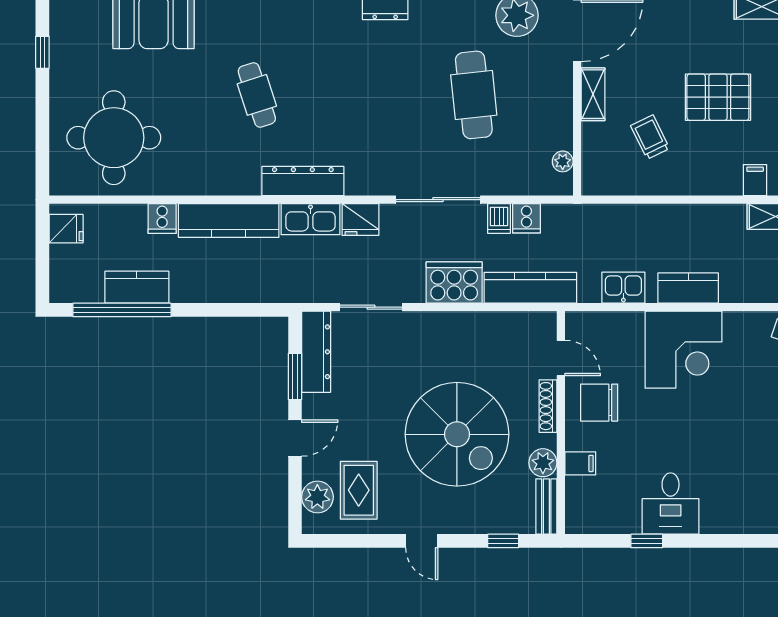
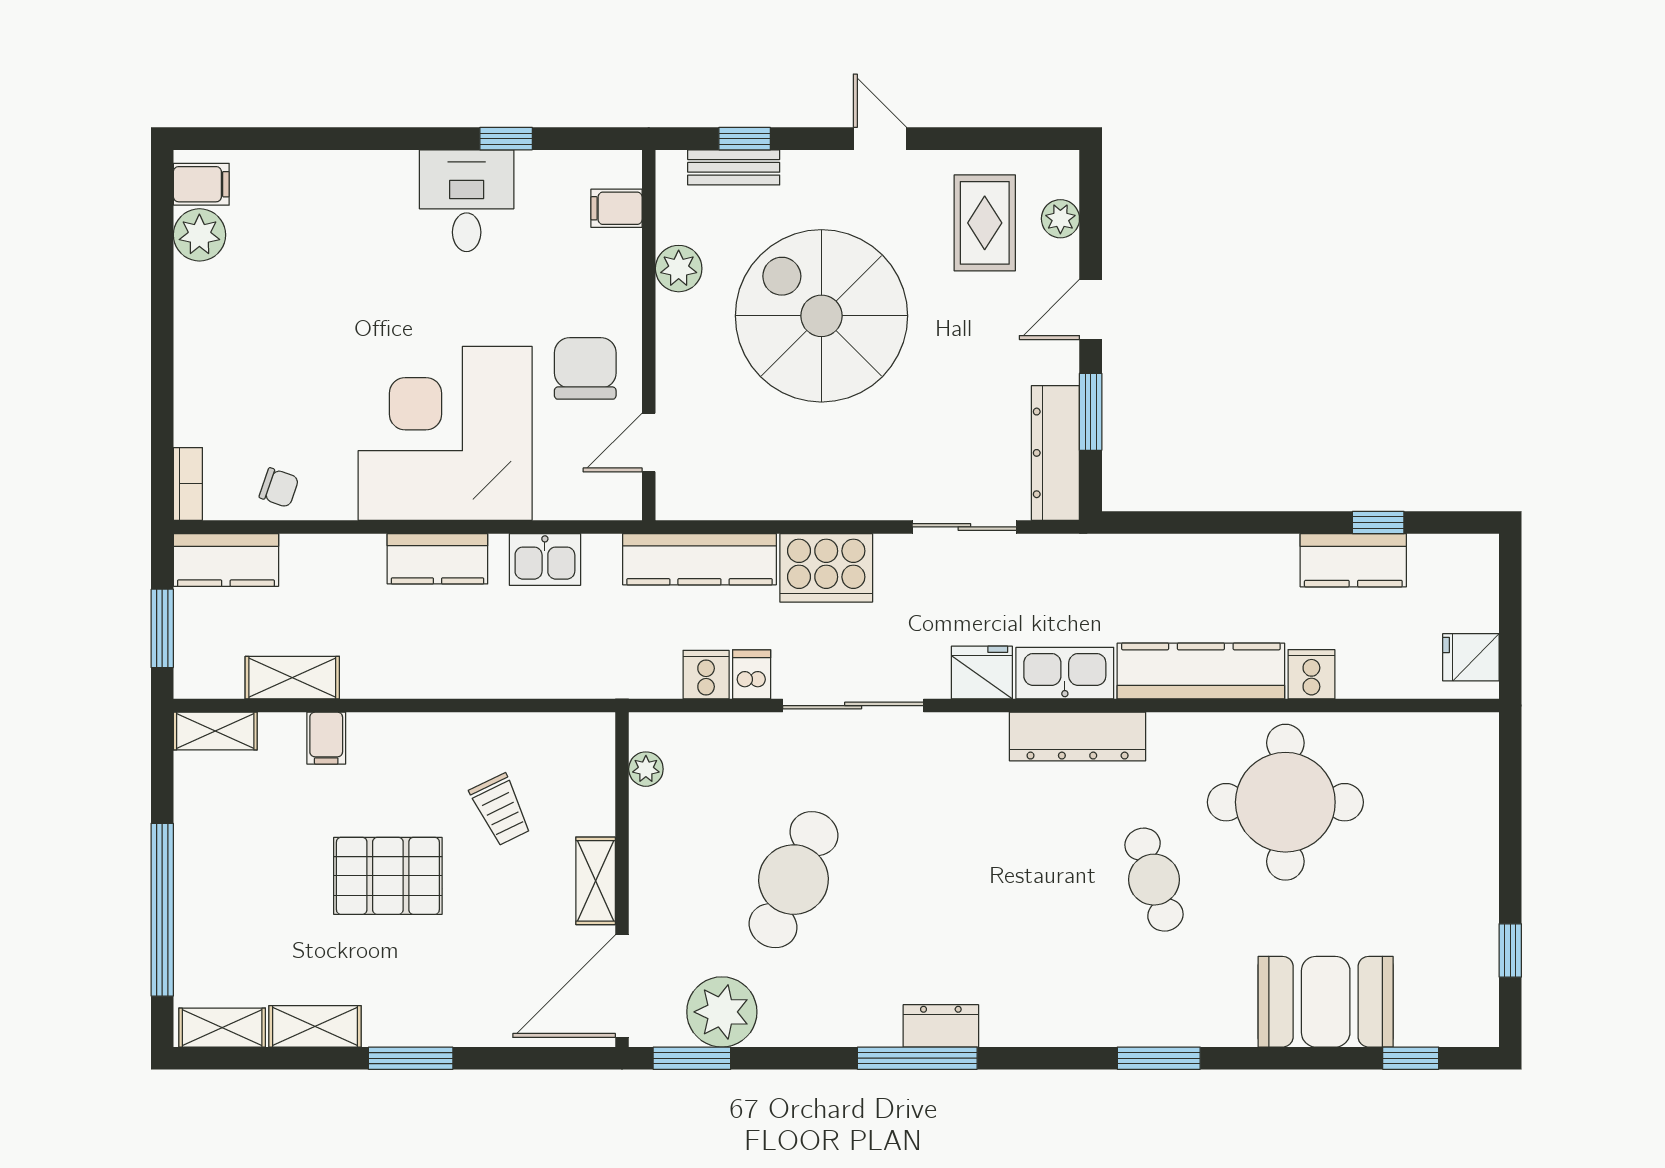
cafe table: (474, 95) -> (794, 880), turned 30
round table: (114, 138) -> (1285, 802), moved
window: (122, 310) -> (1378, 523), width x0.32
corner desk: (683, 350) -> (445, 433), width x1.36, depth x1.36
door: (561, 358) -> (649, 442), hinge flipped
chair: (599, 403) -> (585, 368), turned -90
shoe rack: (548, 406) -> (670, 363), removed
filing cabinet: (580, 463) -> (617, 208), moved
plant: (317, 497) -> (1060, 219), width x0.73, depth x0.73
bench: (546, 507) -> (734, 167), moved, turned 90

